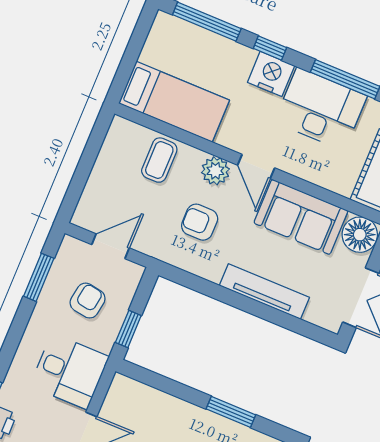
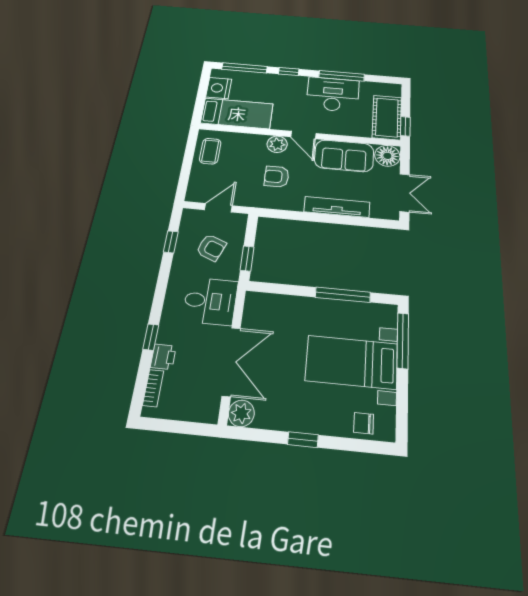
nightstand: (271, 74) -> (219, 88), moved, turned -90
coffee table: (159, 160) -> (210, 151), moved
window: (39, 277) -> (171, 242), width x0.67
armchair: (88, 301) -> (211, 248), turned 103
window: (231, 412) -> (343, 295), width x1.44

